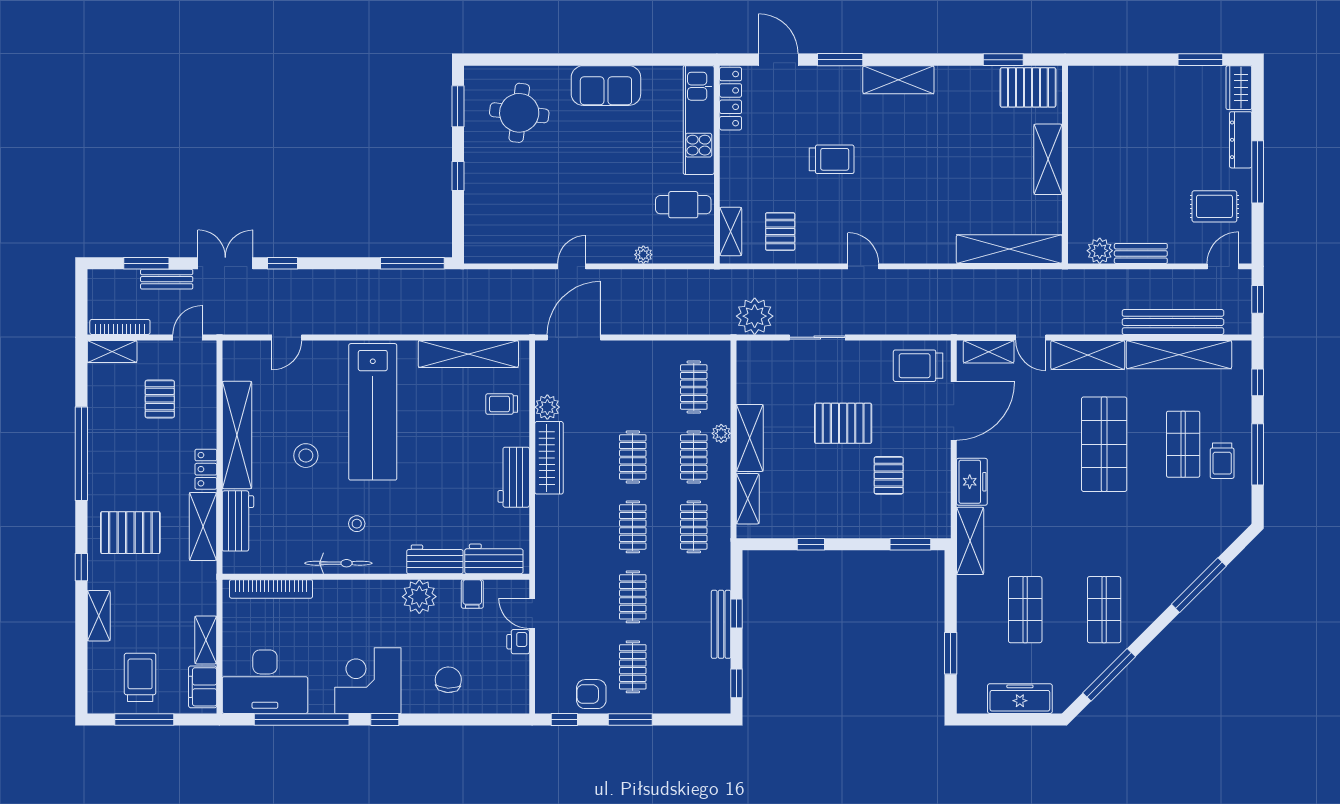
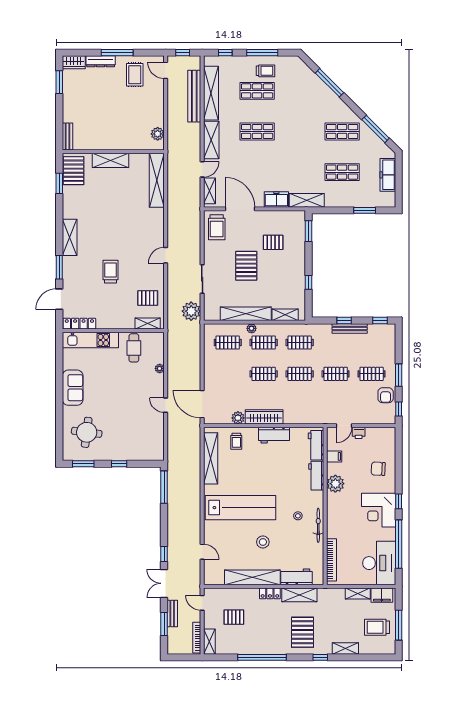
bench: (1141, 253) -> (68, 137), moved
shelving: (750, 438) -> (246, 314), width x1.47
shop shelf: (1104, 444) -> (257, 131), width x0.70, depth x0.74

